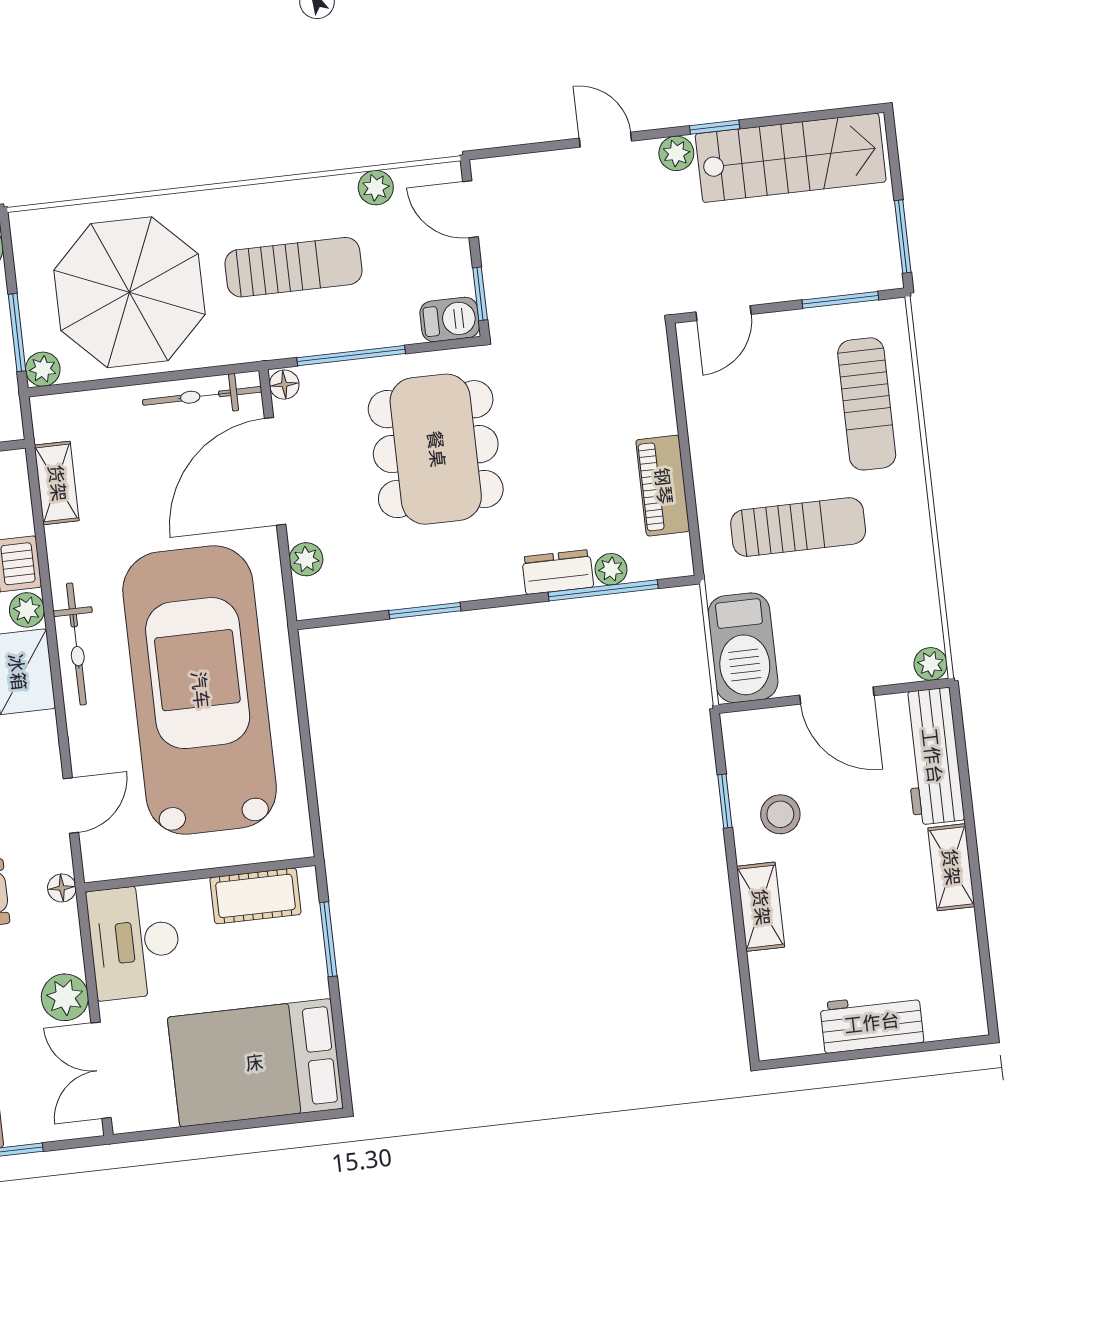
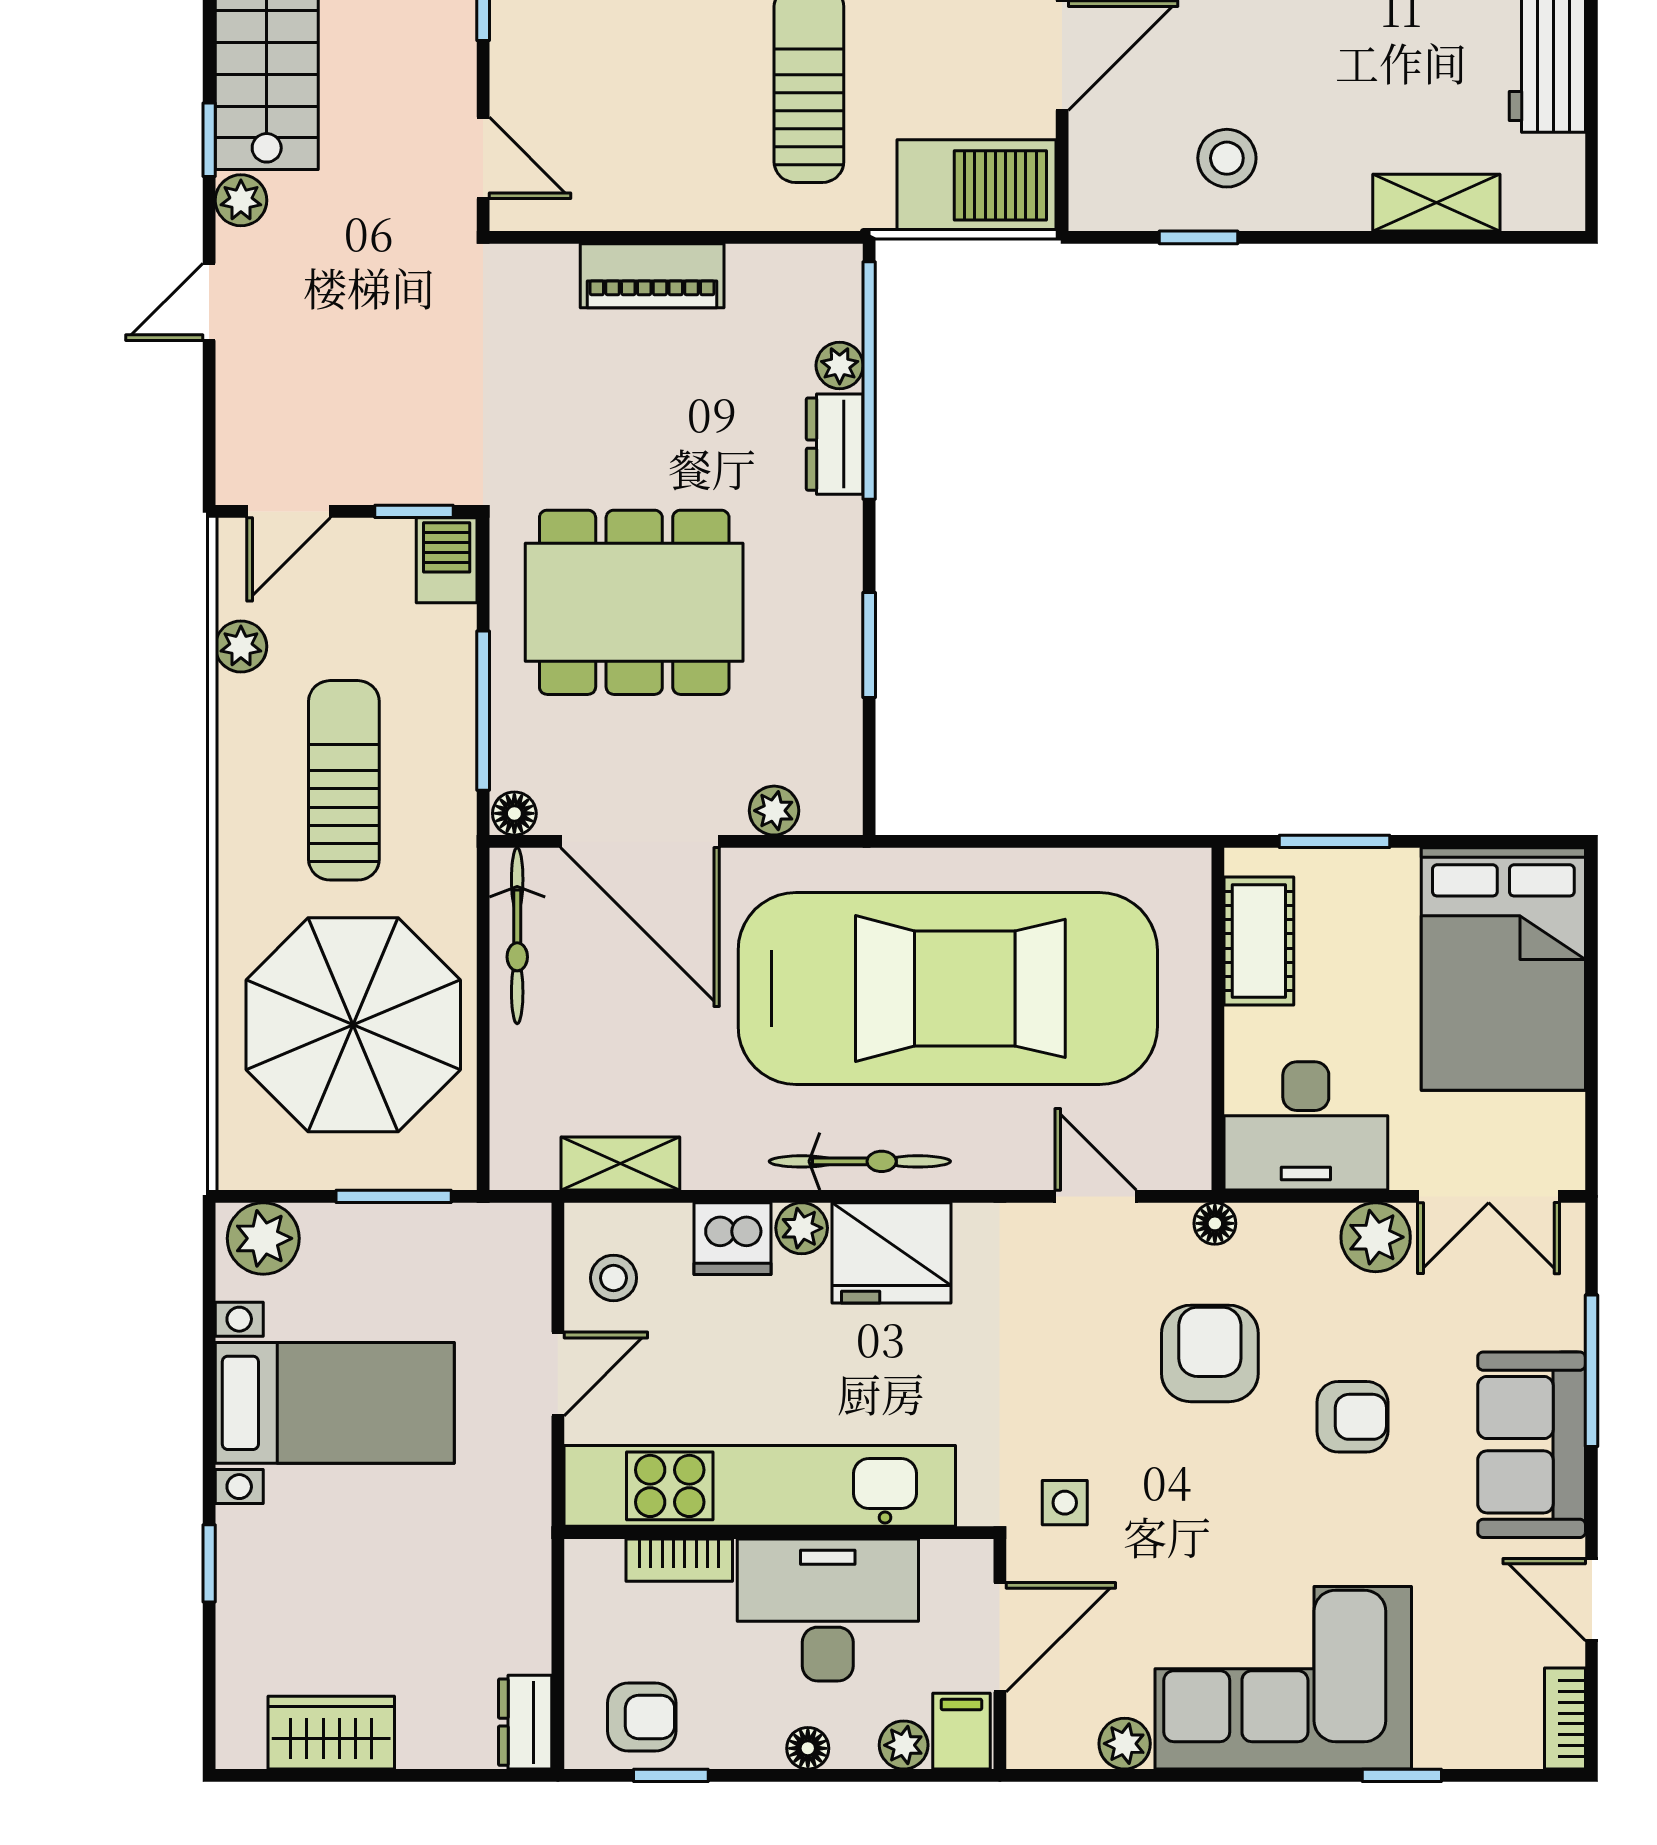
plant: (43, 369) -> (451, 1165), removed
piano: (663, 486) -> (652, 276), moved
window: (603, 590) -> (869, 380), width x1.46
car: (200, 690) -> (948, 988), turned 180
shelving: (761, 907) -> (1436, 203), moved

